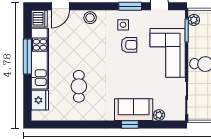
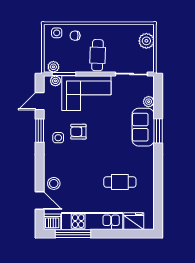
stool: (90, 18) -> (54, 183), moved
plant: (180, 22) -> (55, 81), added
armchair: (129, 45) -> (78, 132), turned -90
window: (27, 56) -> (73, 234), moved
window: (130, 124) -> (158, 131), width x1.50

